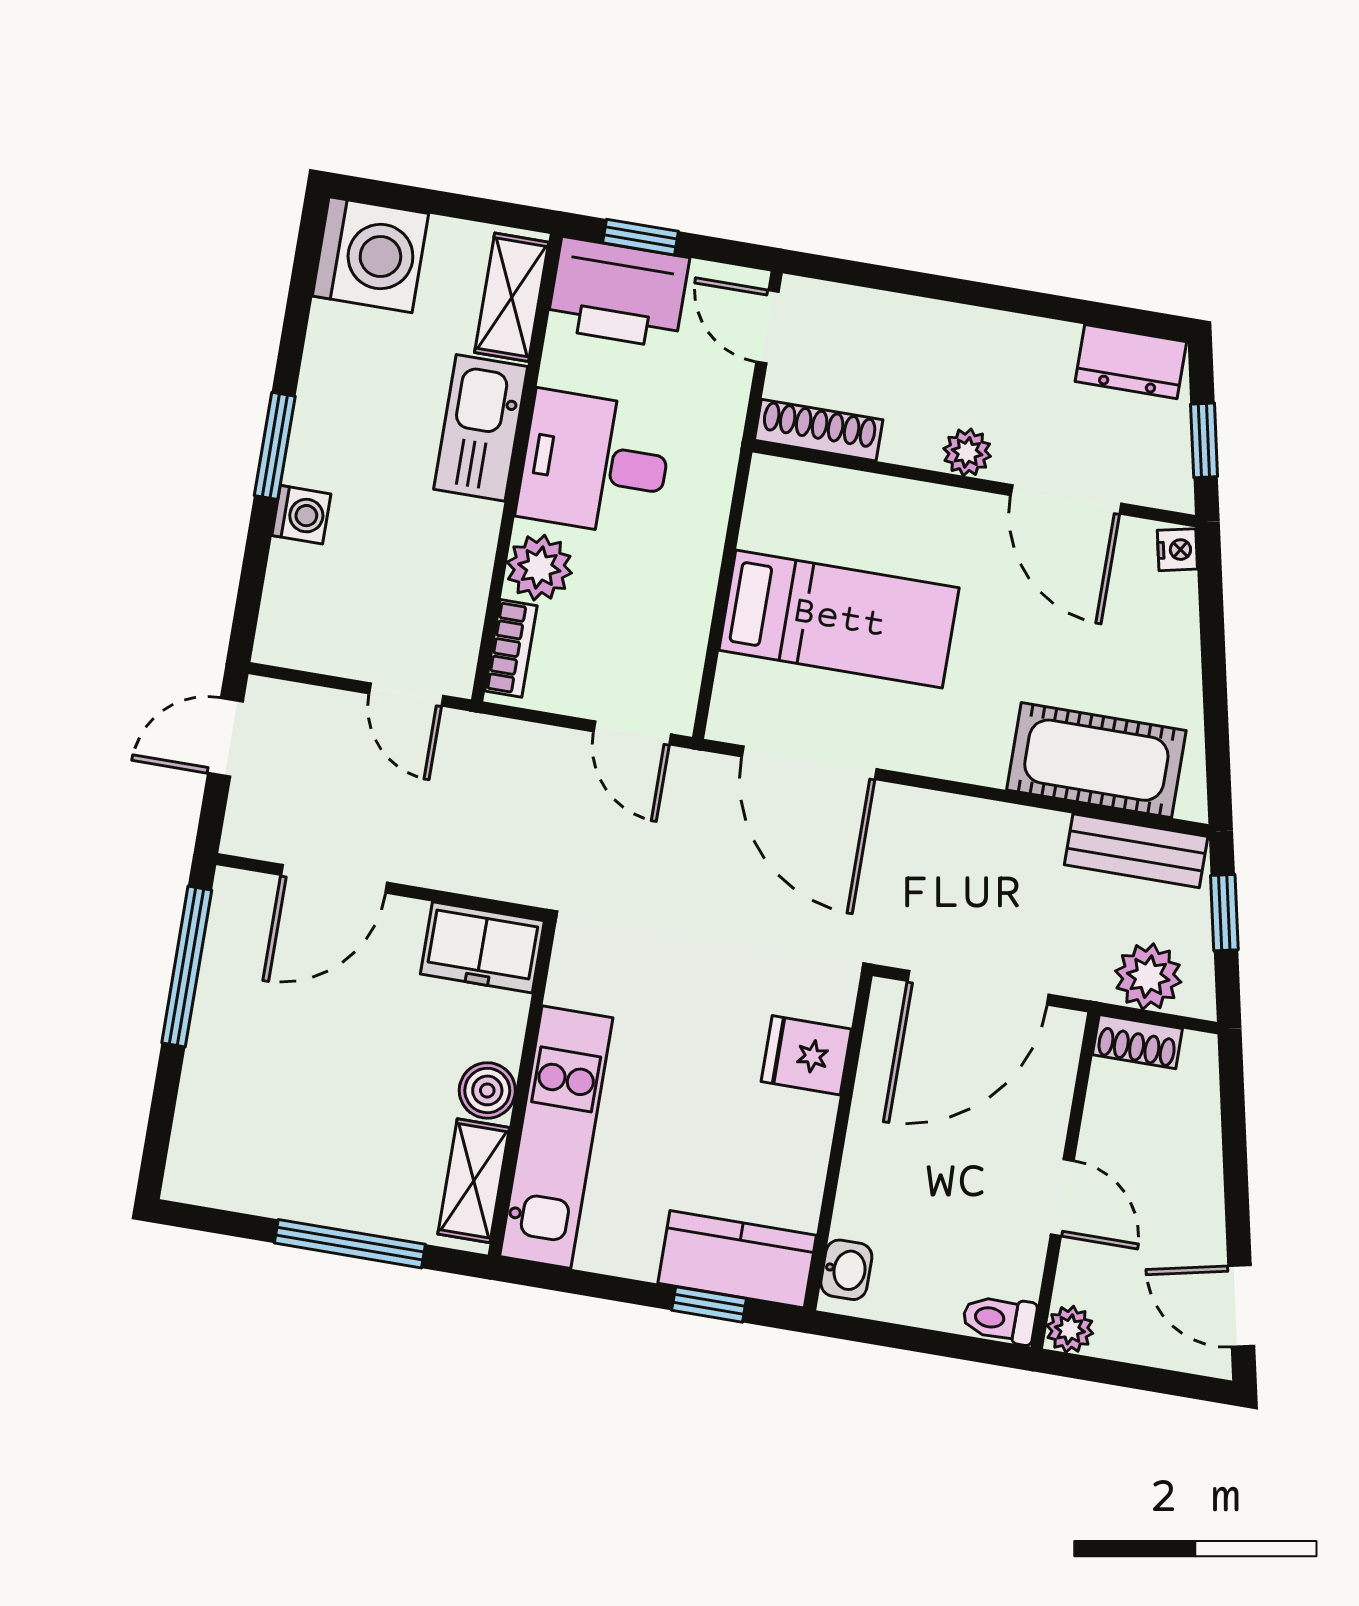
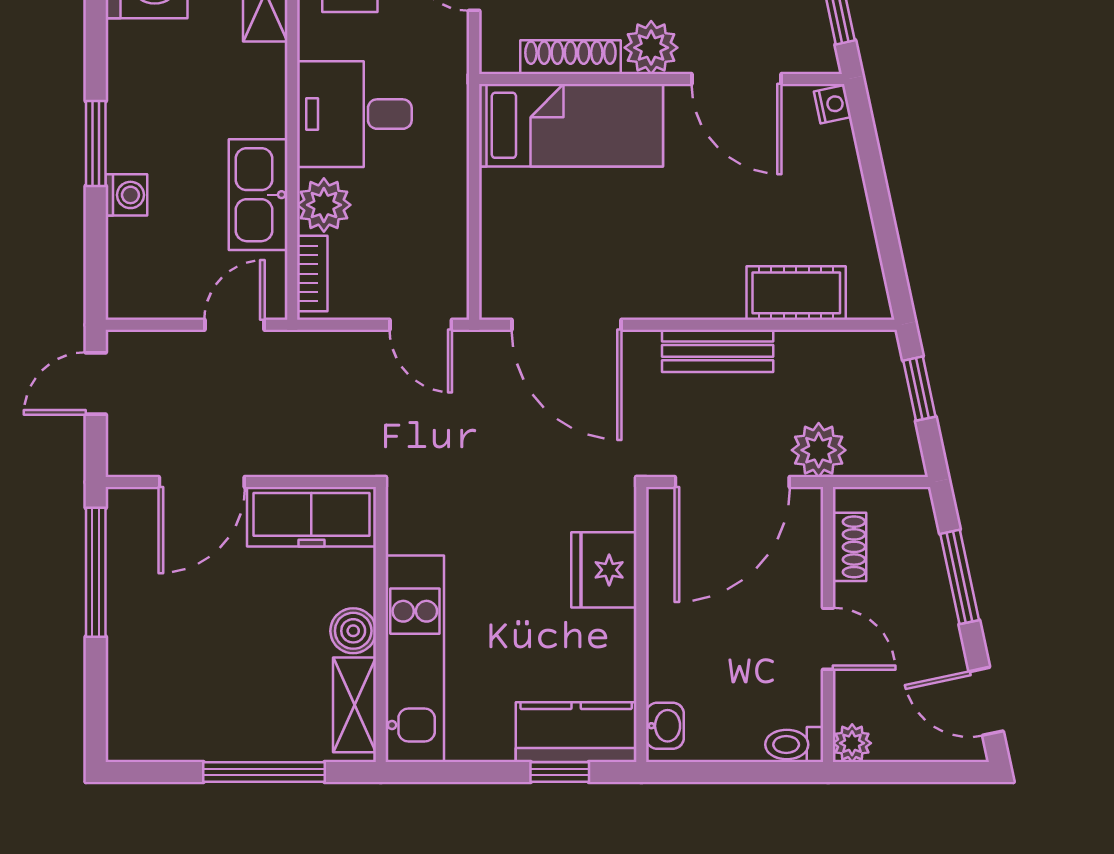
kitchen sink: (481, 428) -> (258, 195), moved
shoe rack: (819, 430) -> (570, 57), moved
plant: (967, 452) -> (651, 48), width x1.38, depth x1.38
bed: (839, 619) -> (571, 125), moved
door: (406, 695) -> (235, 325), swing flipped
cot: (1096, 760) -> (796, 293), width x0.73, depth x0.75
bench: (1136, 851) -> (718, 351), moved
freezer: (482, 947) -> (311, 517), width x1.40
plant: (1148, 977) -> (819, 450), moved
shoe rack: (1137, 1042) -> (850, 547), moved, turned -90
fridge: (806, 1055) -> (604, 570), width x1.38
window: (1235, 1150) -> (960, 577), added

